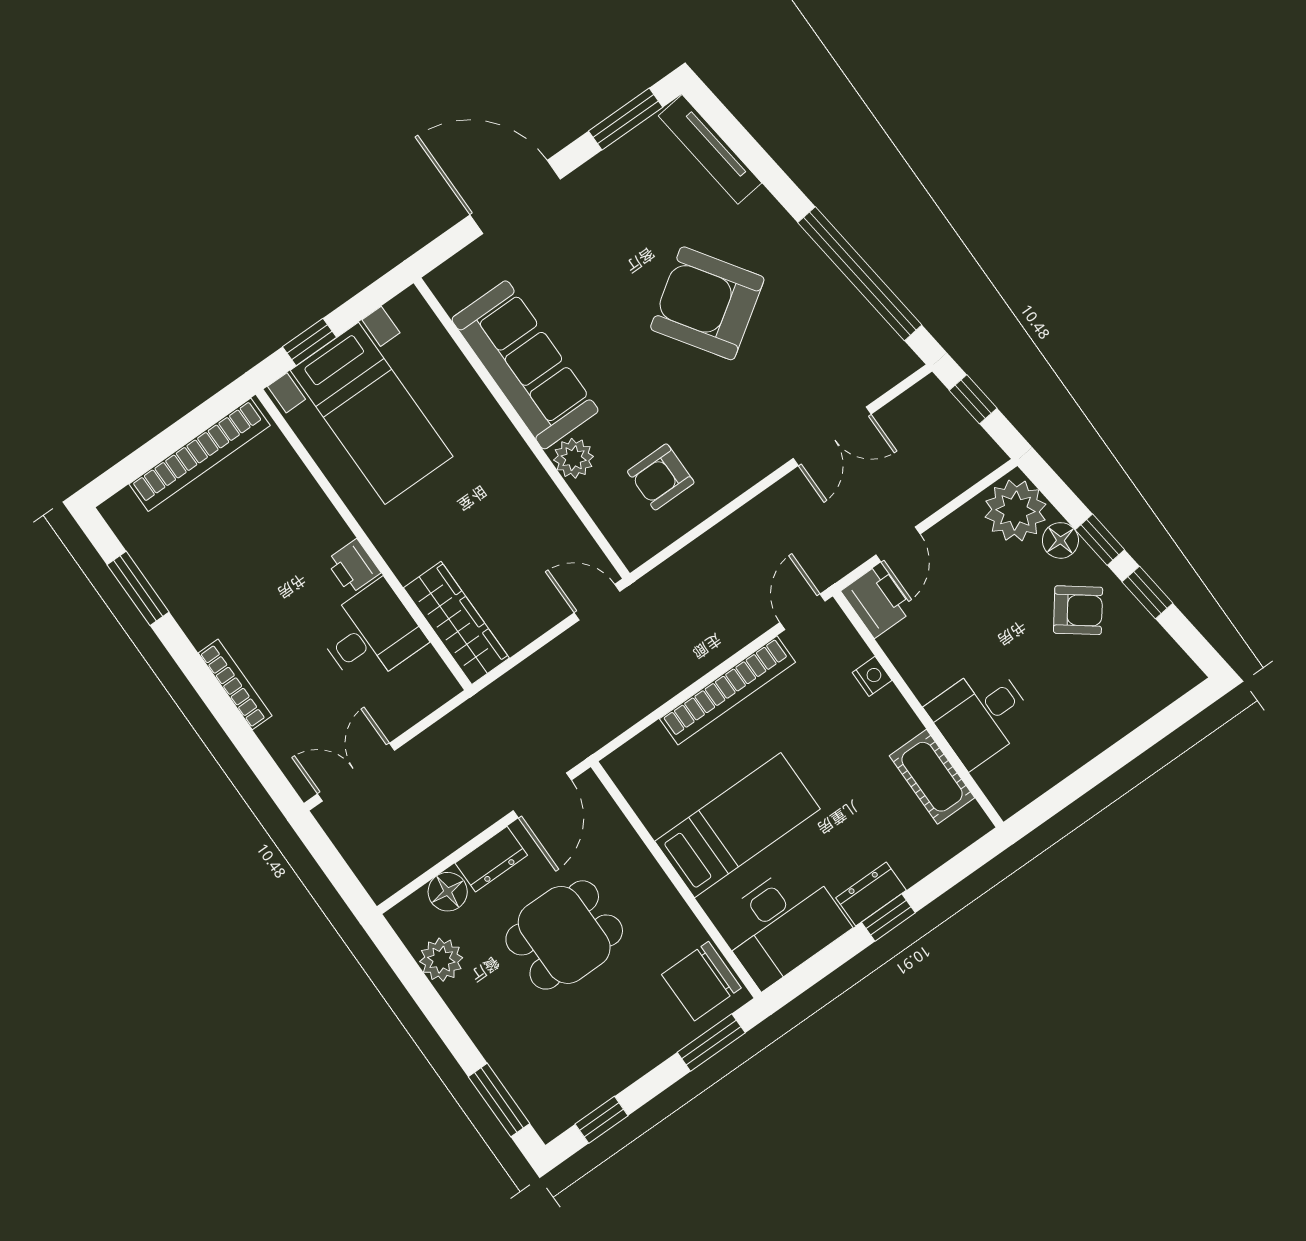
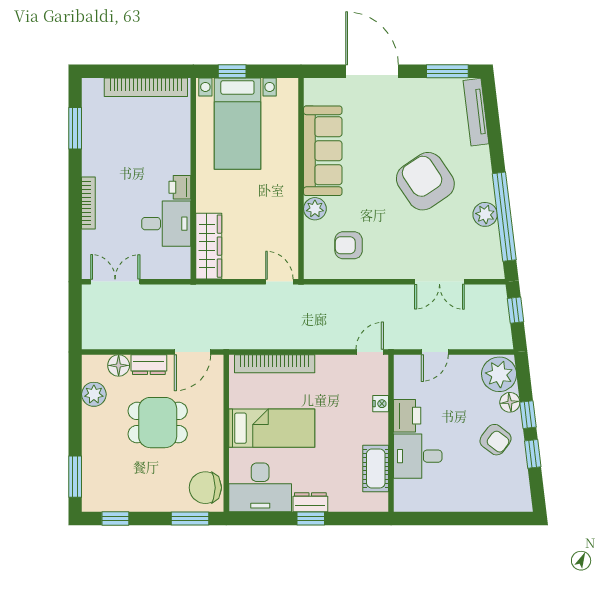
plant: (829, 290) -> (485, 214), added
printer: (877, 601) -> (407, 416), moved
bookcase: (728, 690) -> (275, 364), moved

